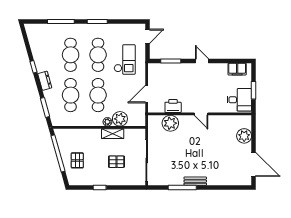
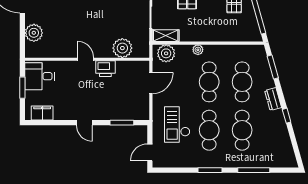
printer: (173, 106) -> (105, 69), moved
plant: (120, 119) -> (166, 53), moved
shelving: (113, 134) -> (166, 36), moved

